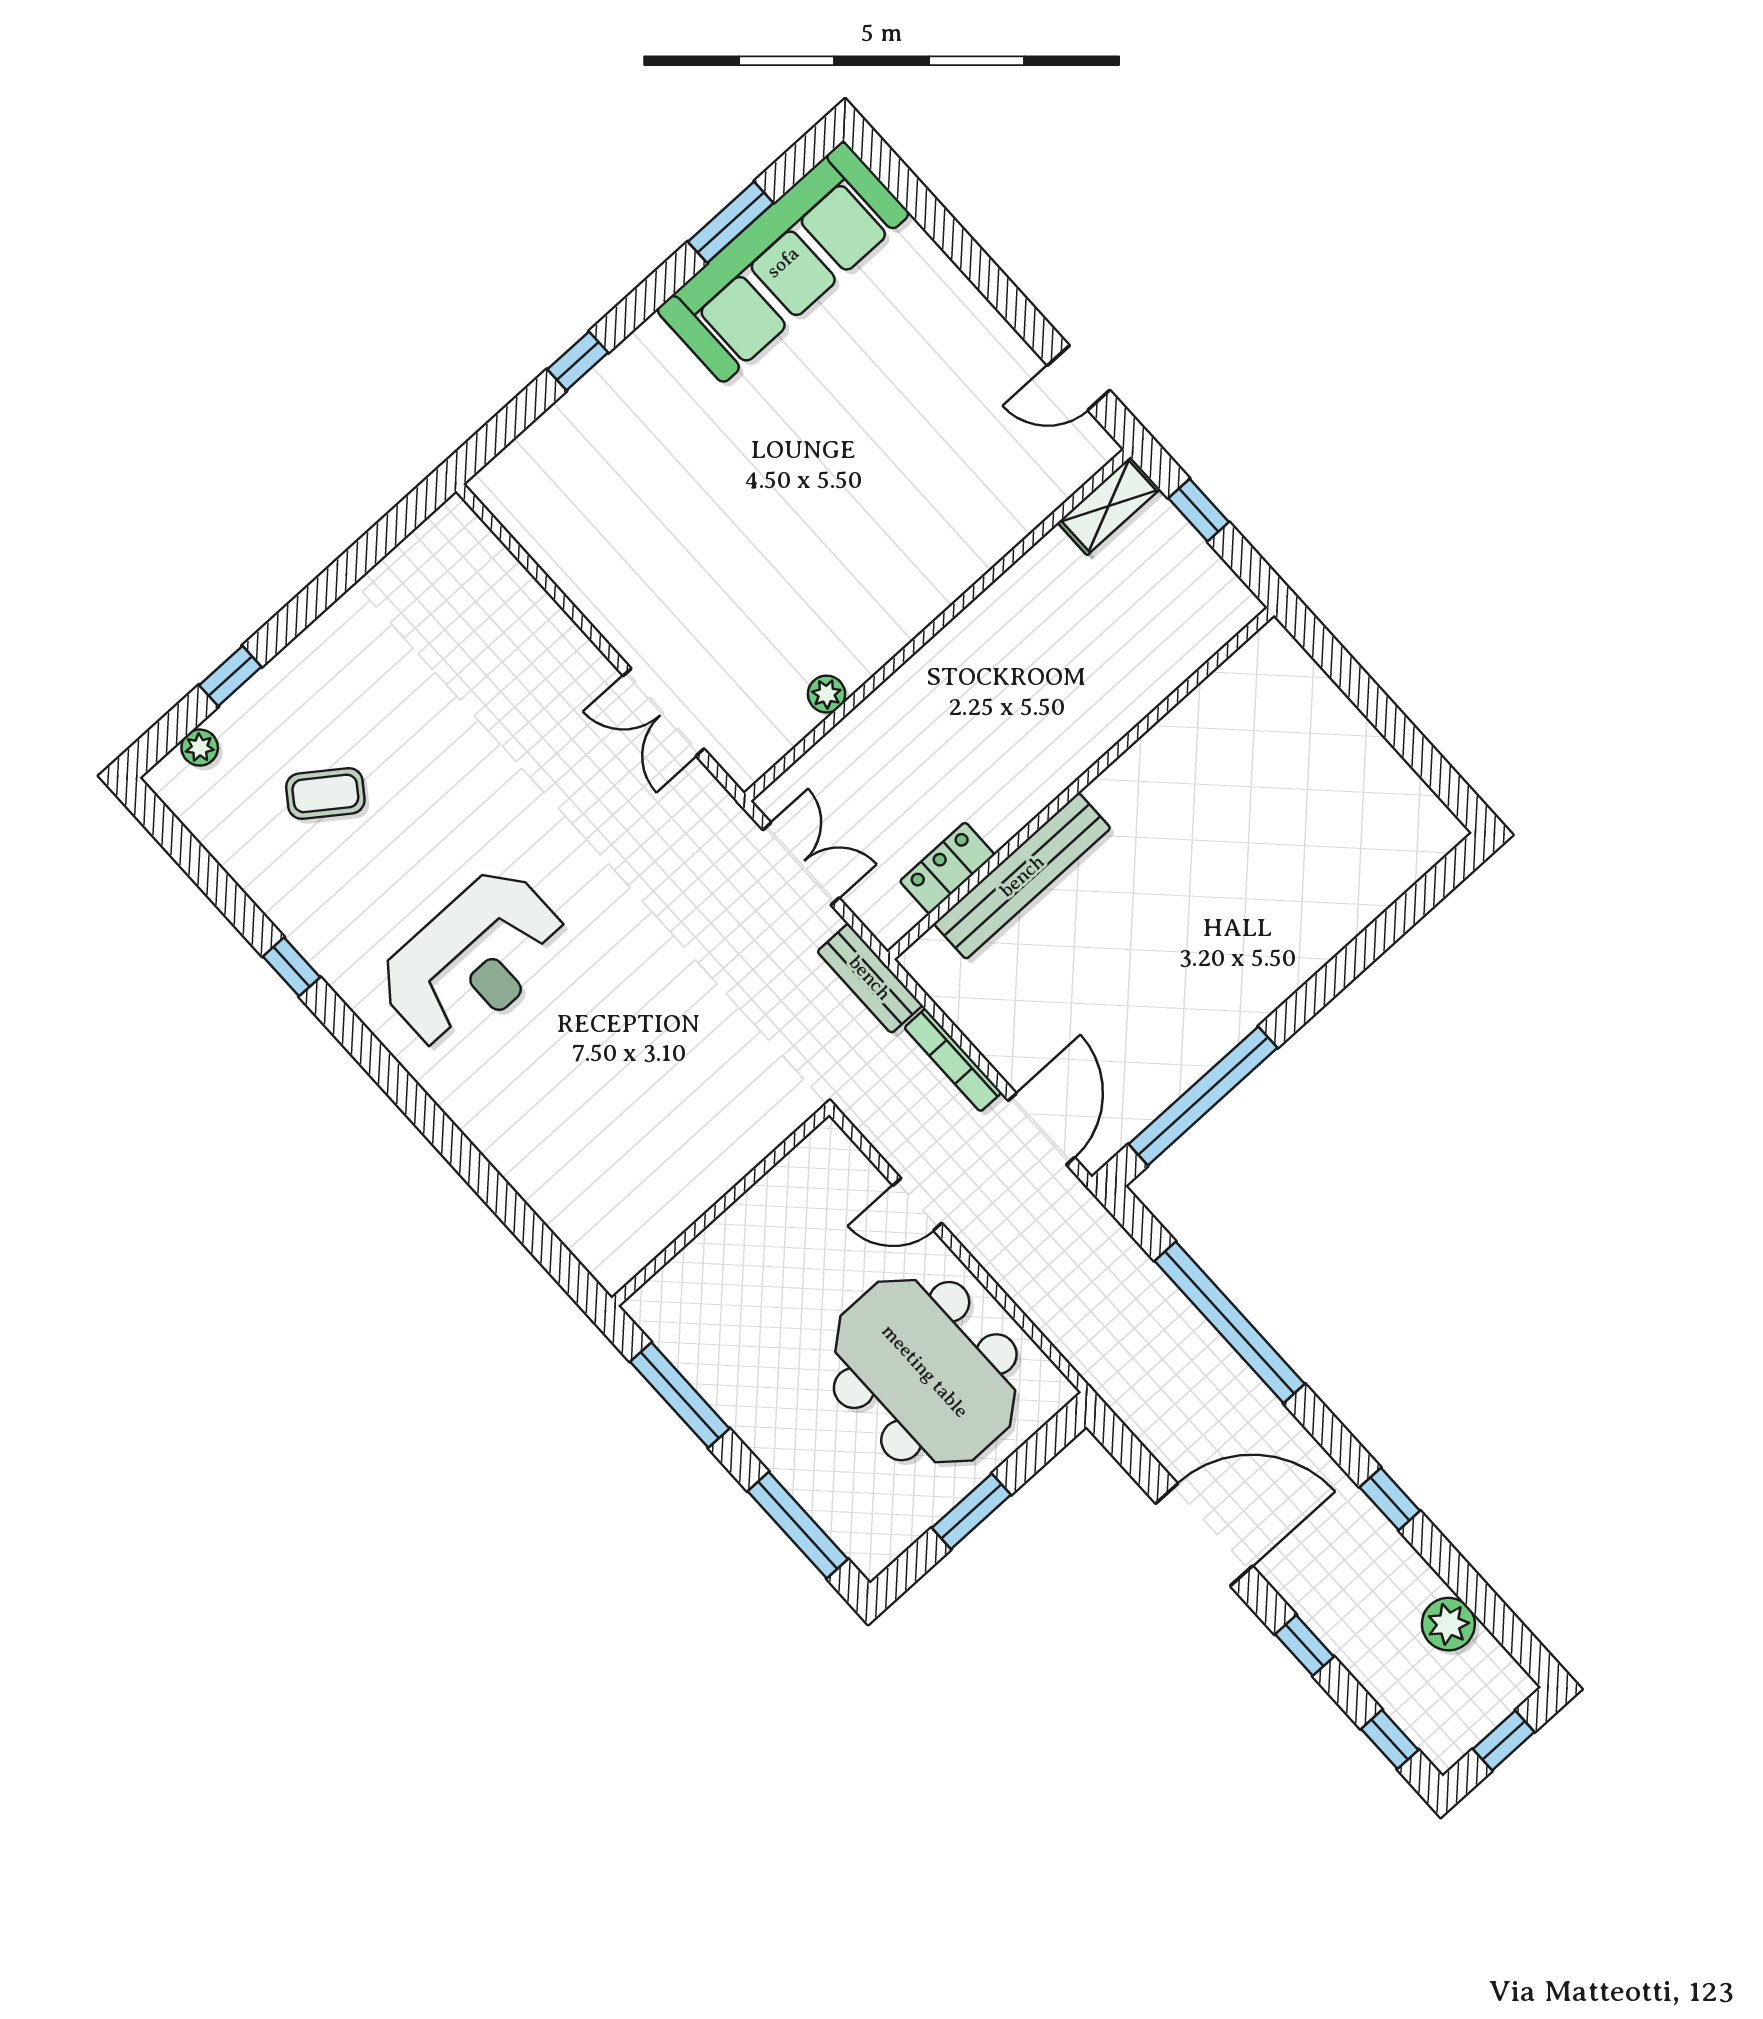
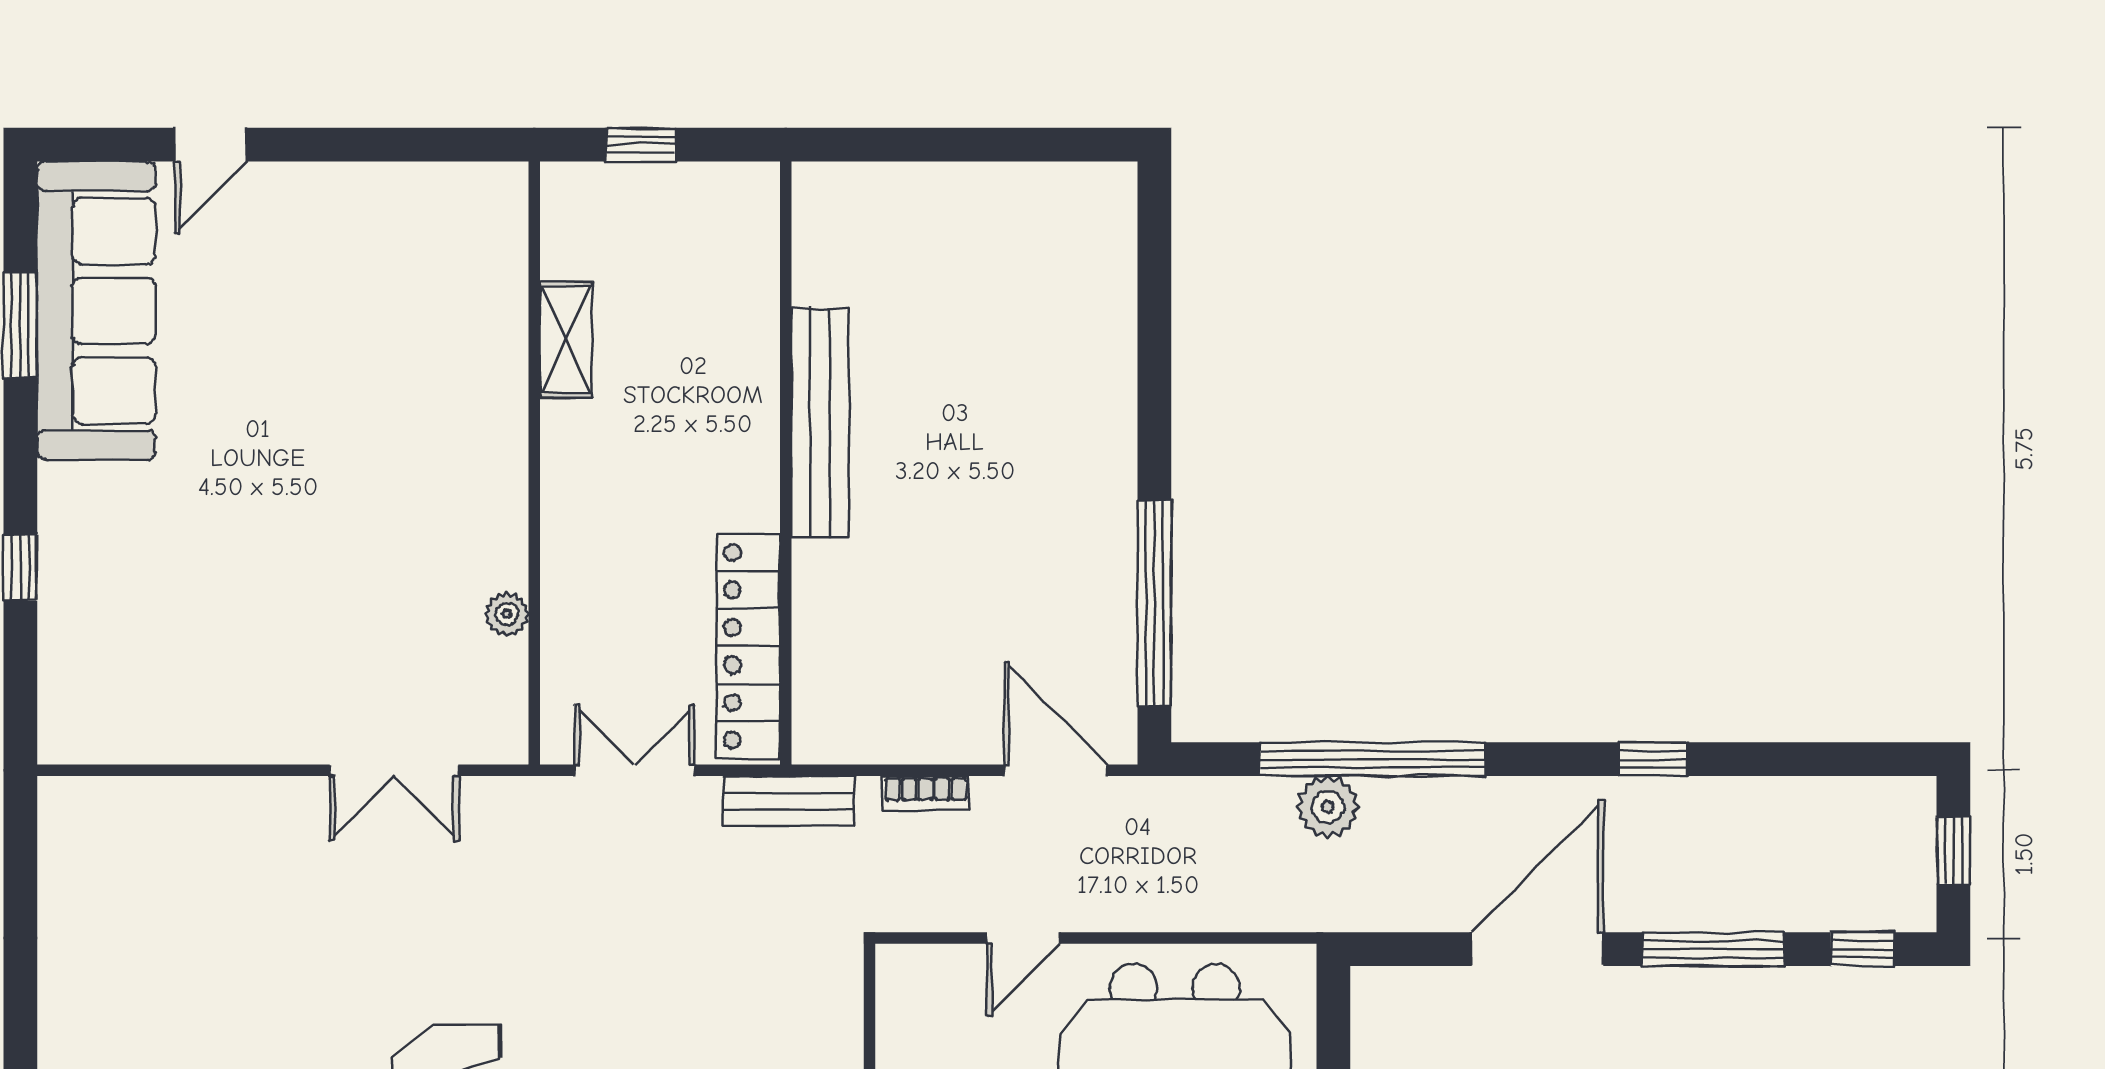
door: (1079, 378) -> (211, 145), moved
shelving: (1109, 506) -> (566, 340), moved
locker: (947, 868) -> (748, 646), width x2.16, depth x1.21
bench: (1022, 876) -> (820, 423), moved
bookcase: (953, 1060) -> (926, 793), width x0.64
plant: (1448, 1624) -> (1328, 807), moved
window: (1304, 1645) -> (1713, 949), width x2.17

